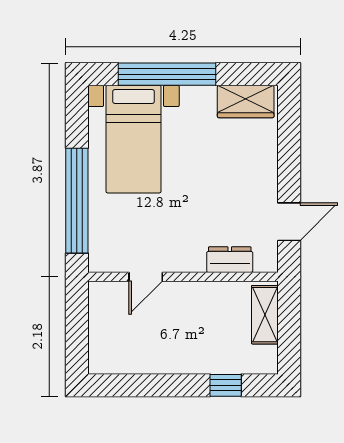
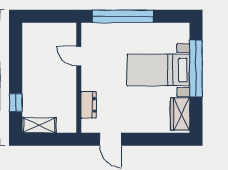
bed with nightstands: (134, 139) -> (158, 70), moved
shelving: (265, 315) -> (39, 125), moved

